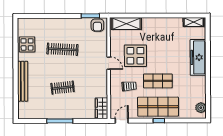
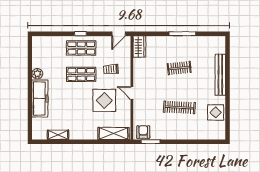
shelving: (194, 22) -> (58, 135), moved
shop shelf: (158, 107) -> (81, 48), width x0.70, depth x0.74
plant: (201, 108) -> (37, 74), moved

